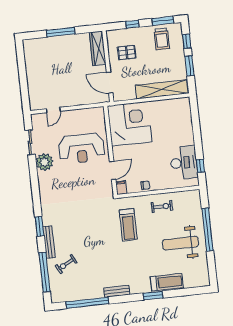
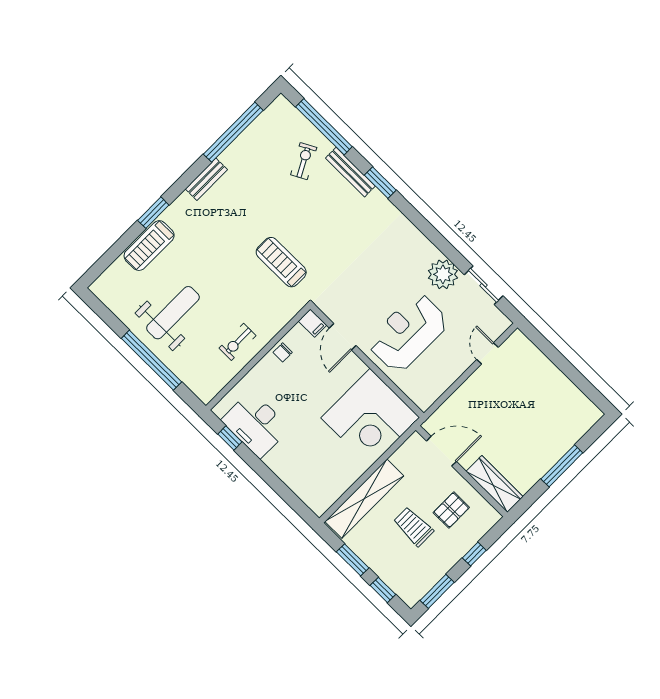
trolley: (162, 39) -> (413, 526), moved
treadmill: (128, 225) -> (281, 262), moved

